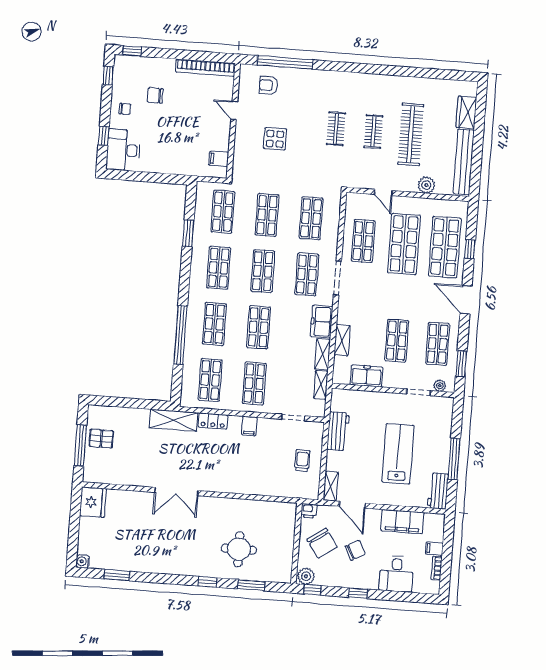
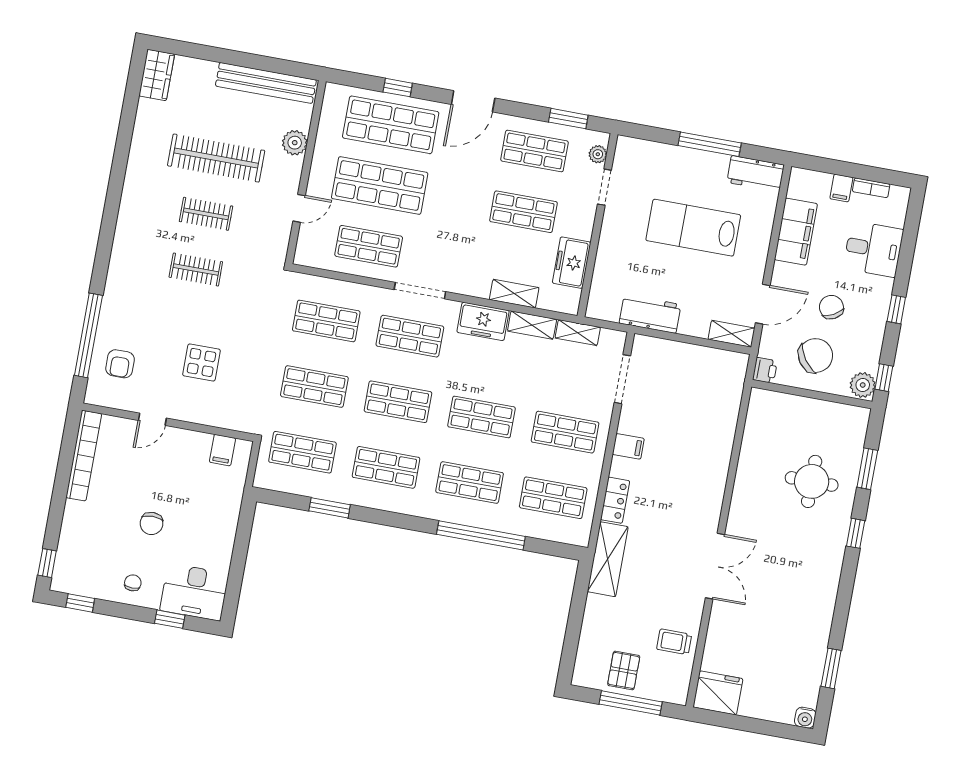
chair: (155, 95) -> (152, 524), moved
wardrobe: (466, 112) -> (157, 75), moved, turned -90
doorway: (293, 417) -> (622, 379), width x1.38
trolley: (302, 460) -> (674, 642), moved

